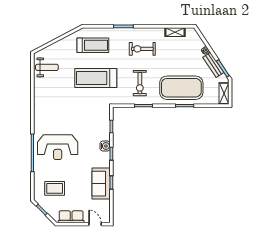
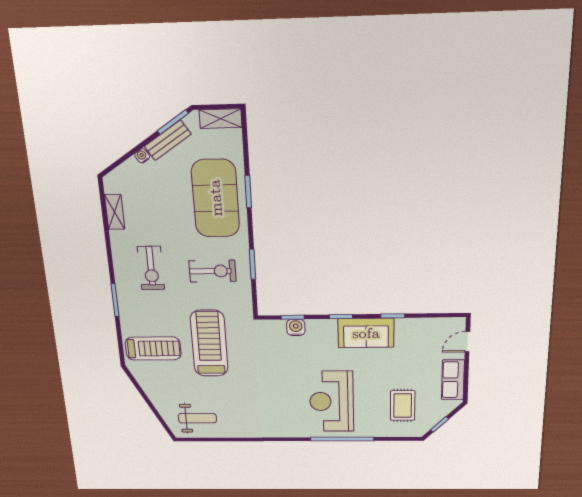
treadmill: (93, 45) -> (153, 349), turned 90
weight bench: (47, 67) -> (197, 418), turned 90
treadmill: (96, 78) -> (209, 343), turned 180
water cooler: (105, 146) -> (296, 327), moved
reception desk: (58, 147) -> (332, 401), turned 180
sofa: (101, 184) -> (366, 333), moved

